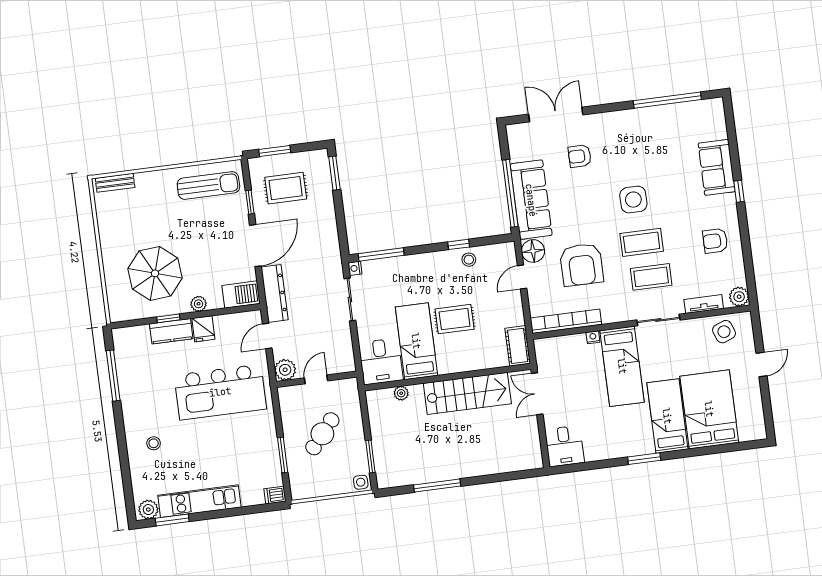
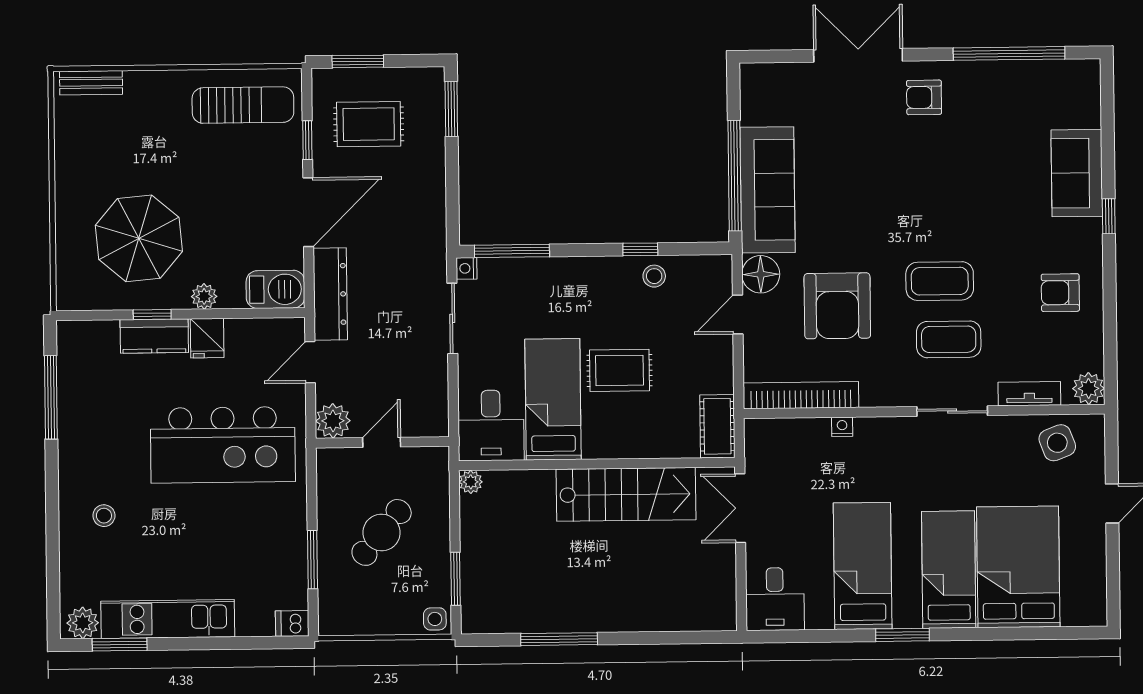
double door: (556, 115) -> (858, 55), moved
armchair: (580, 156) -> (924, 97), moved
side table: (633, 200) -> (935, 210), removed
bed: (622, 366) -> (863, 566), moved, turned 180
plant: (401, 393) -> (471, 482), moved

